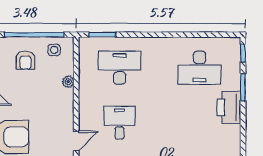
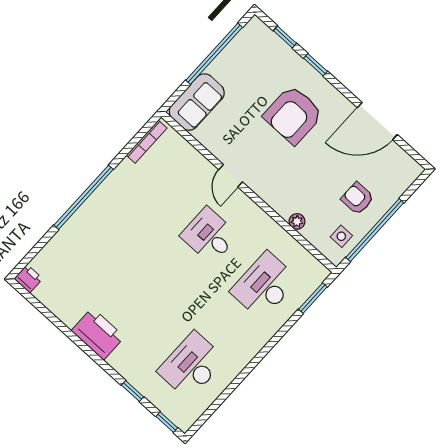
desk: (120, 68) -> (264, 285), turned 180
window: (243, 87) -> (133, 391), width x0.67
printer: (229, 108) -> (98, 334), moved
desk: (120, 123) -> (209, 236), turned 180

